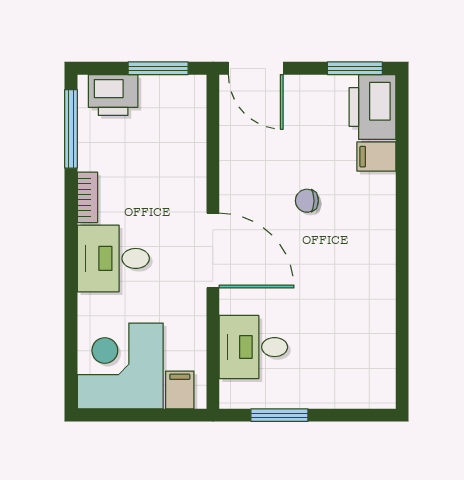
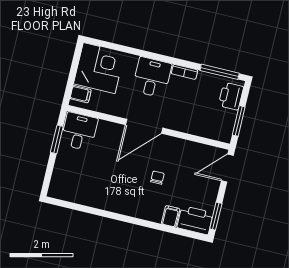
desk: (253, 347) -> (79, 131), moved

